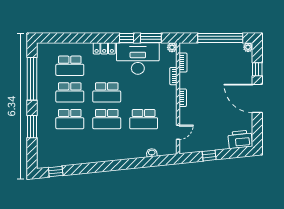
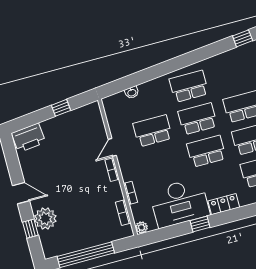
window: (151, 38) -> (170, 232), removed
plant: (248, 47) -> (45, 219), moved, width x1.88, depth x1.88
door: (257, 98) -> (21, 193), width x0.53
door: (178, 132) -> (112, 147), moved
school desk: (107, 146) -> (189, 86), added

